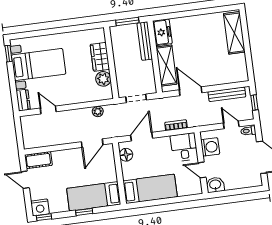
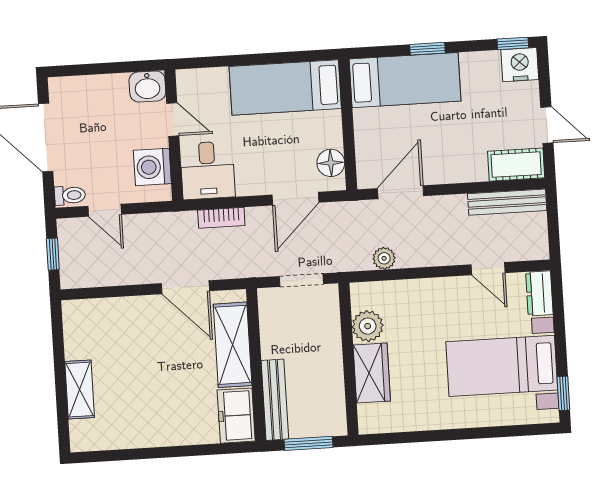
shelving: (234, 33) -> (80, 390), width x0.67, depth x0.75
bench: (227, 94) -> (507, 202), moved

